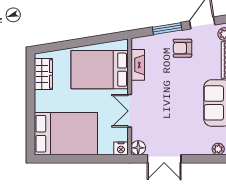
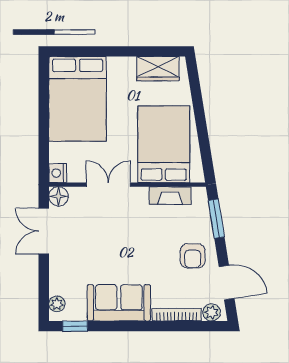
window: (167, 29) -> (216, 219), moved
armchair: (182, 48) -> (193, 256), turned 180

